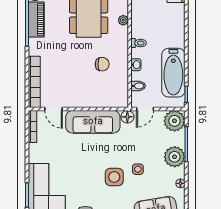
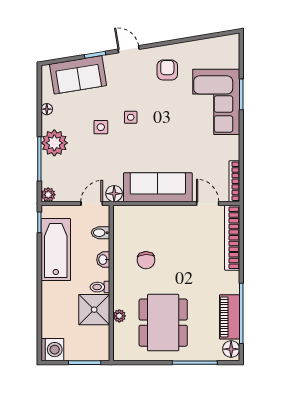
shower: (143, 25) -> (94, 310), added
chair: (102, 64) -> (146, 260), turned -92
plant: (174, 121) -> (48, 195), width x0.53, depth x0.53
side table: (114, 177) -> (131, 117), width x0.54, depth x0.54

